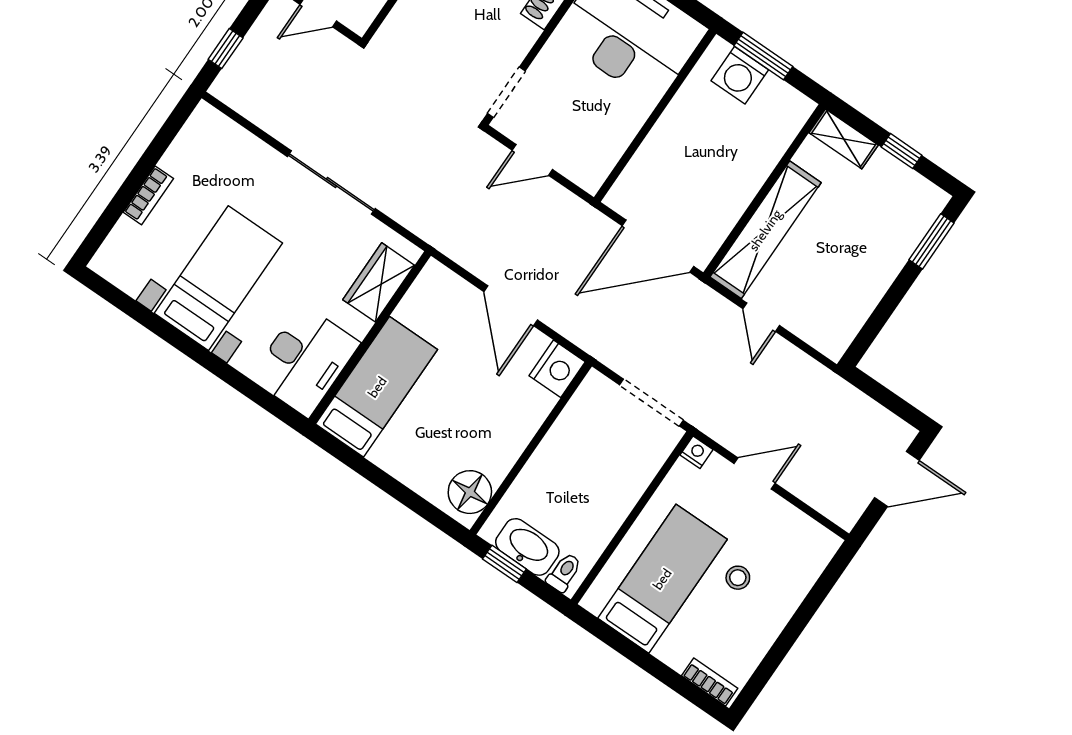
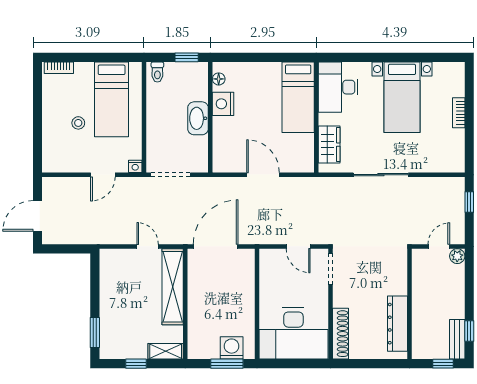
door: (532, 160) -> (298, 246), swing flipped
nightstand: (557, 369) -> (223, 104), moved
floor lamp: (470, 492) -> (219, 79), width x0.53, depth x0.53
washbasin: (527, 547) -> (198, 118), moved, turned 90

